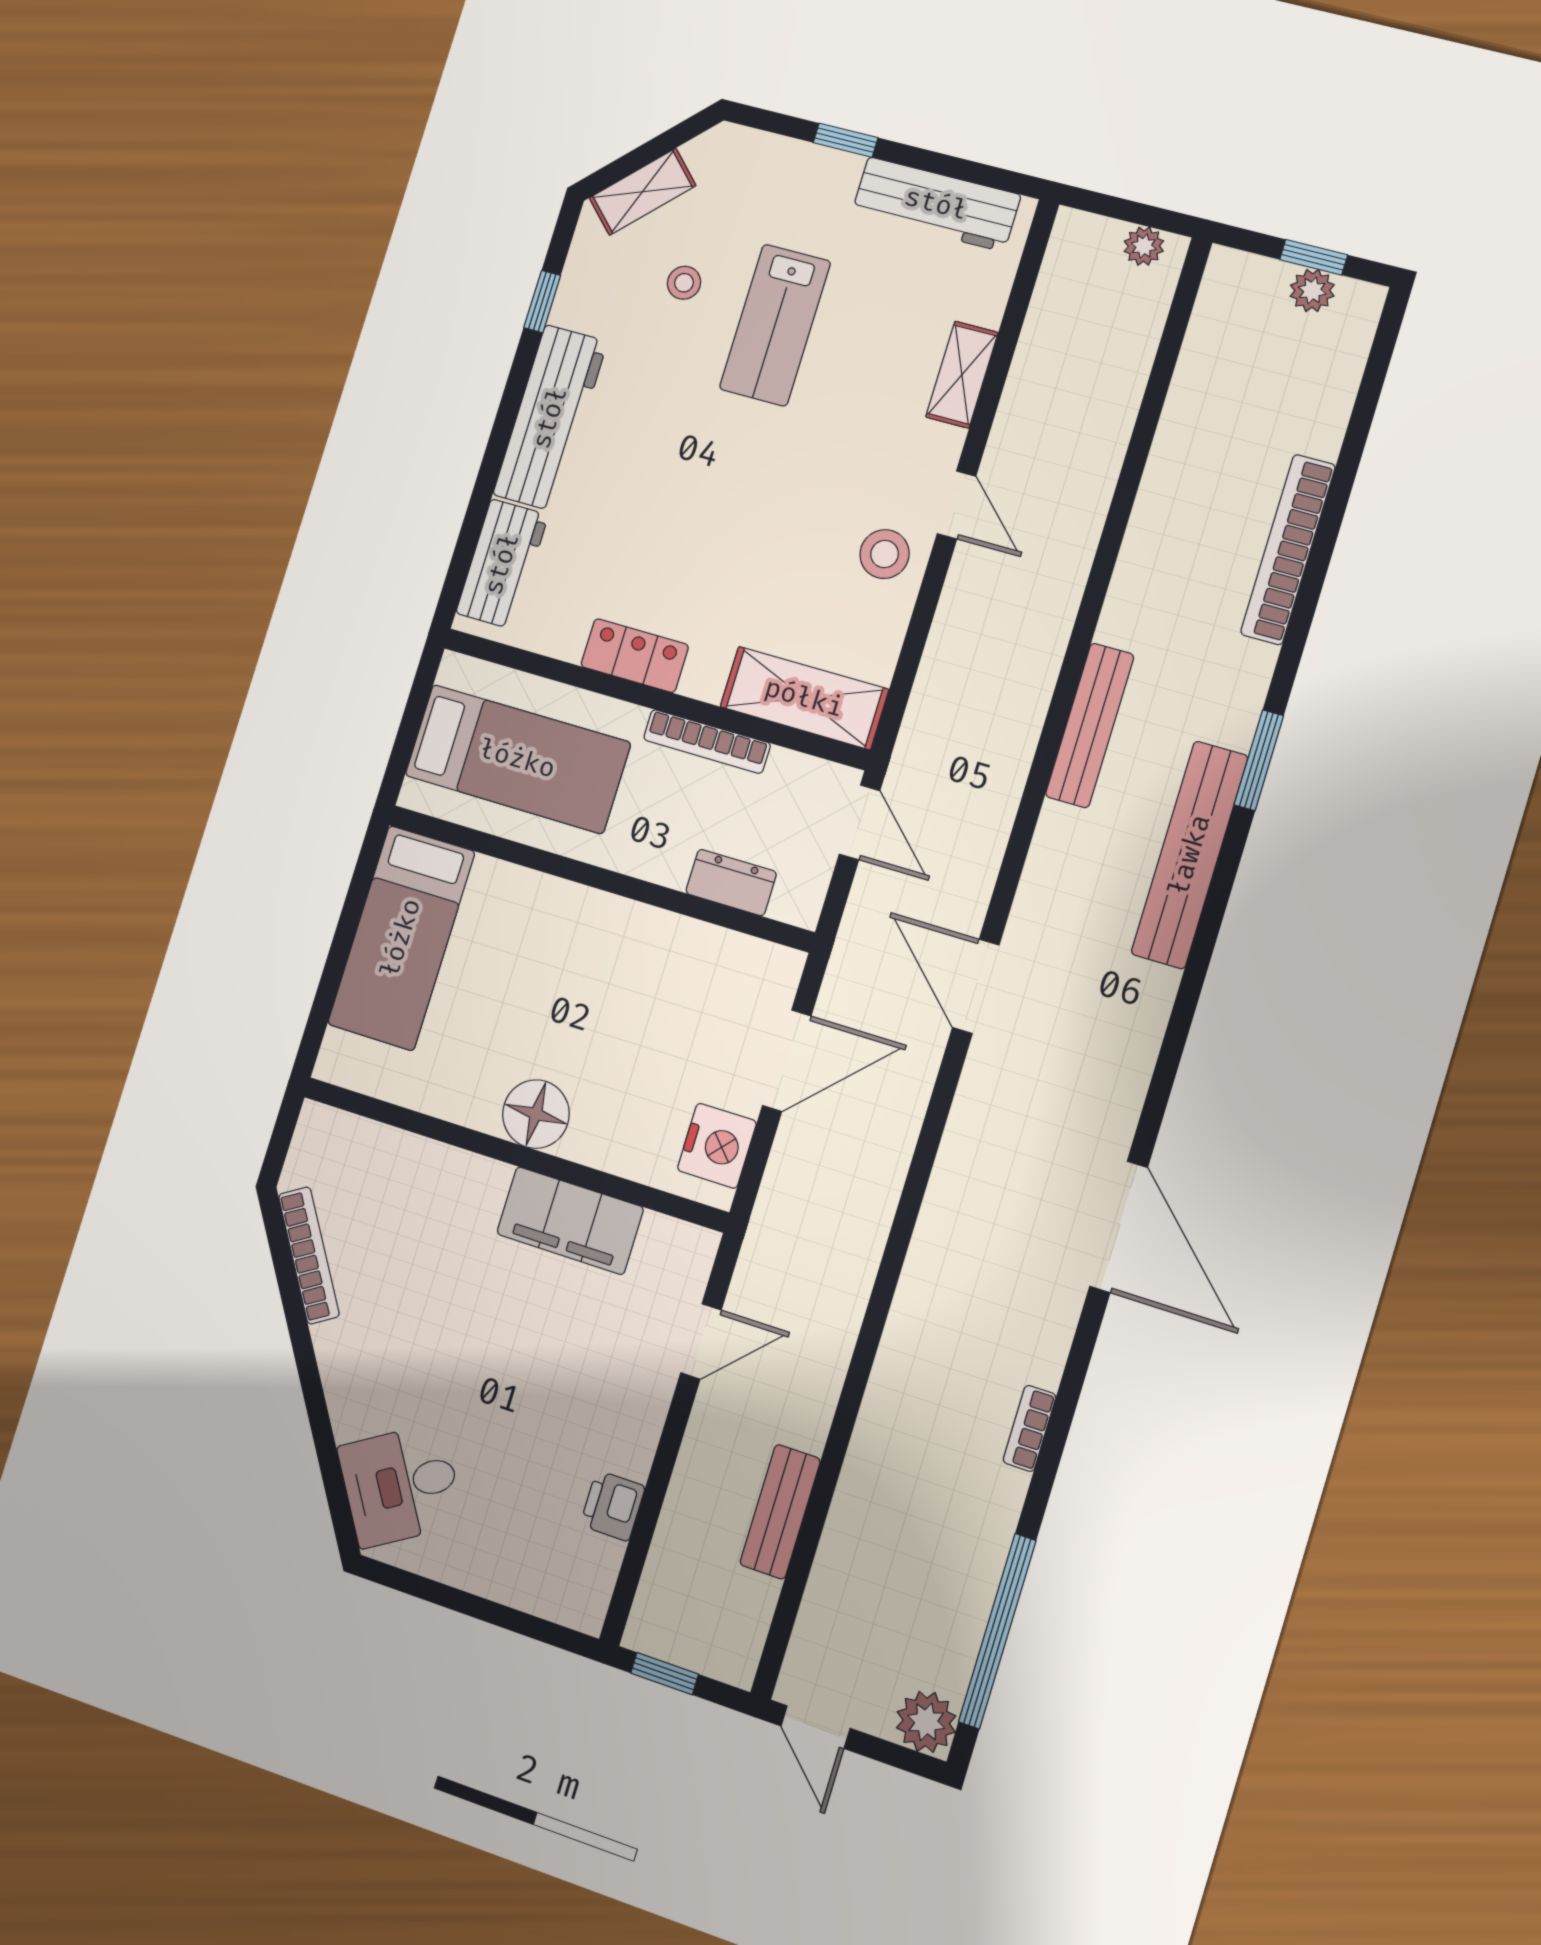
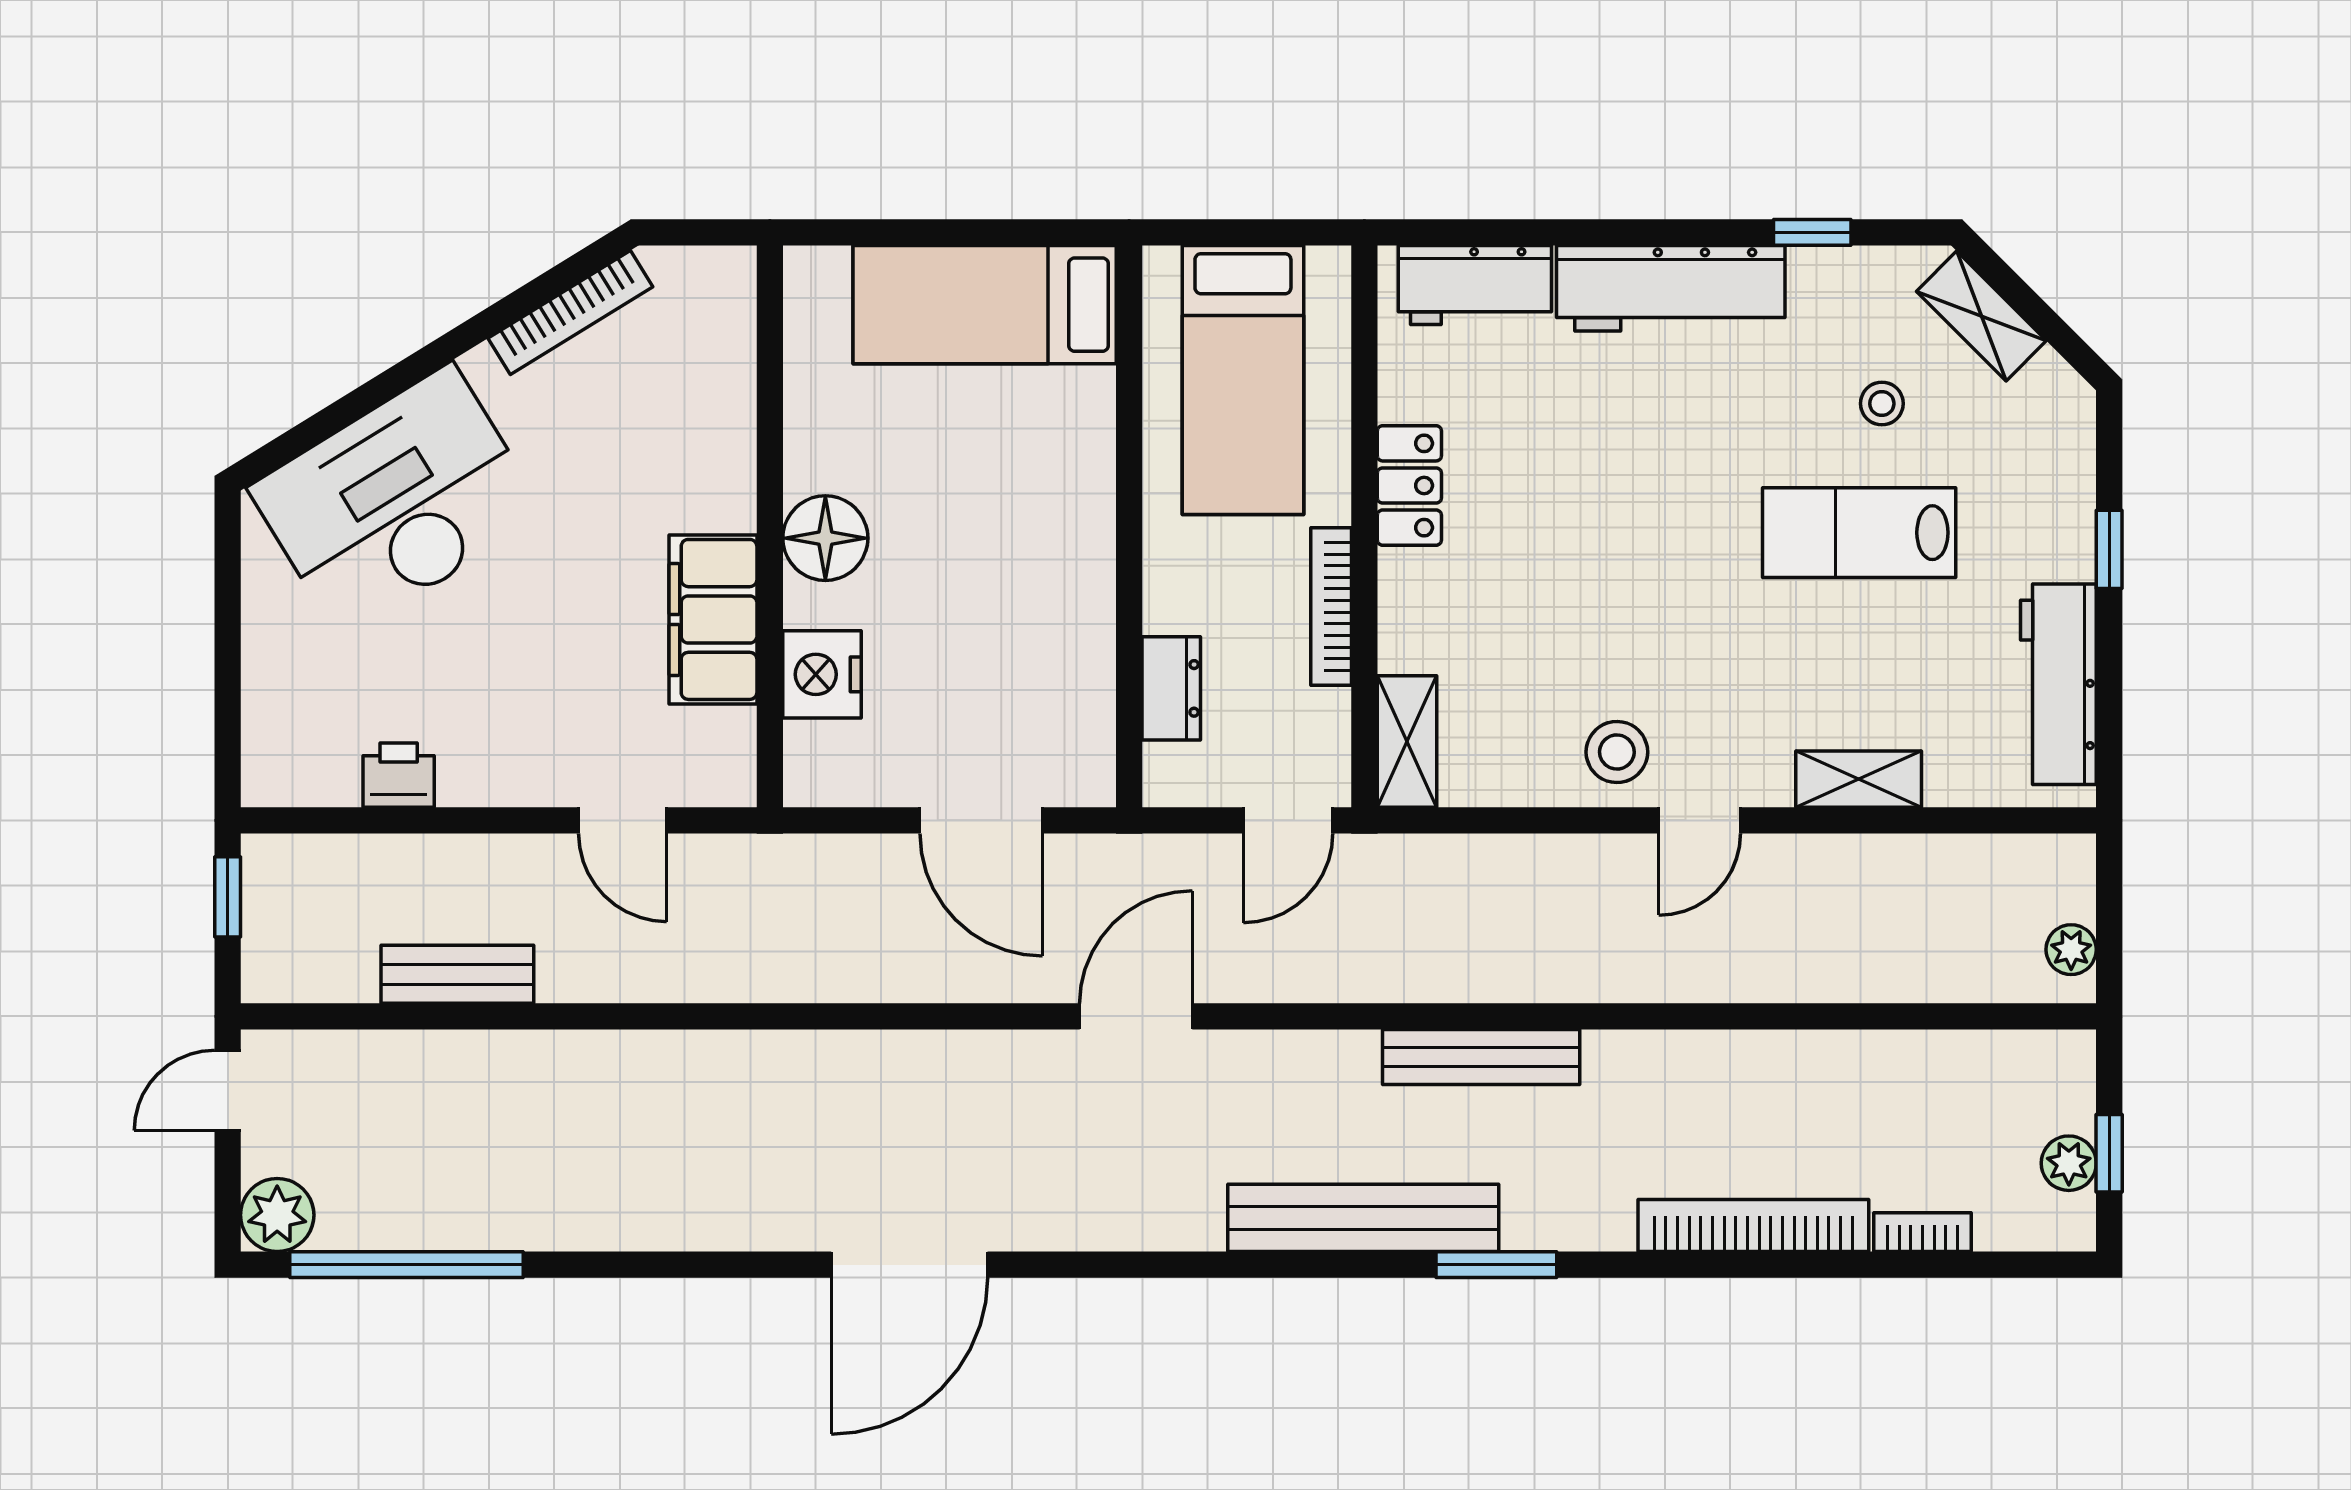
shelving: (804, 698) -> (1407, 741), width x0.67, depth x0.75
nightstand: (717, 1146) -> (822, 674), moved, turned 90
bookcase: (1029, 1428) -> (1922, 1232), moved
desk: (401, 1485) -> (397, 501), width x1.87, depth x1.30

